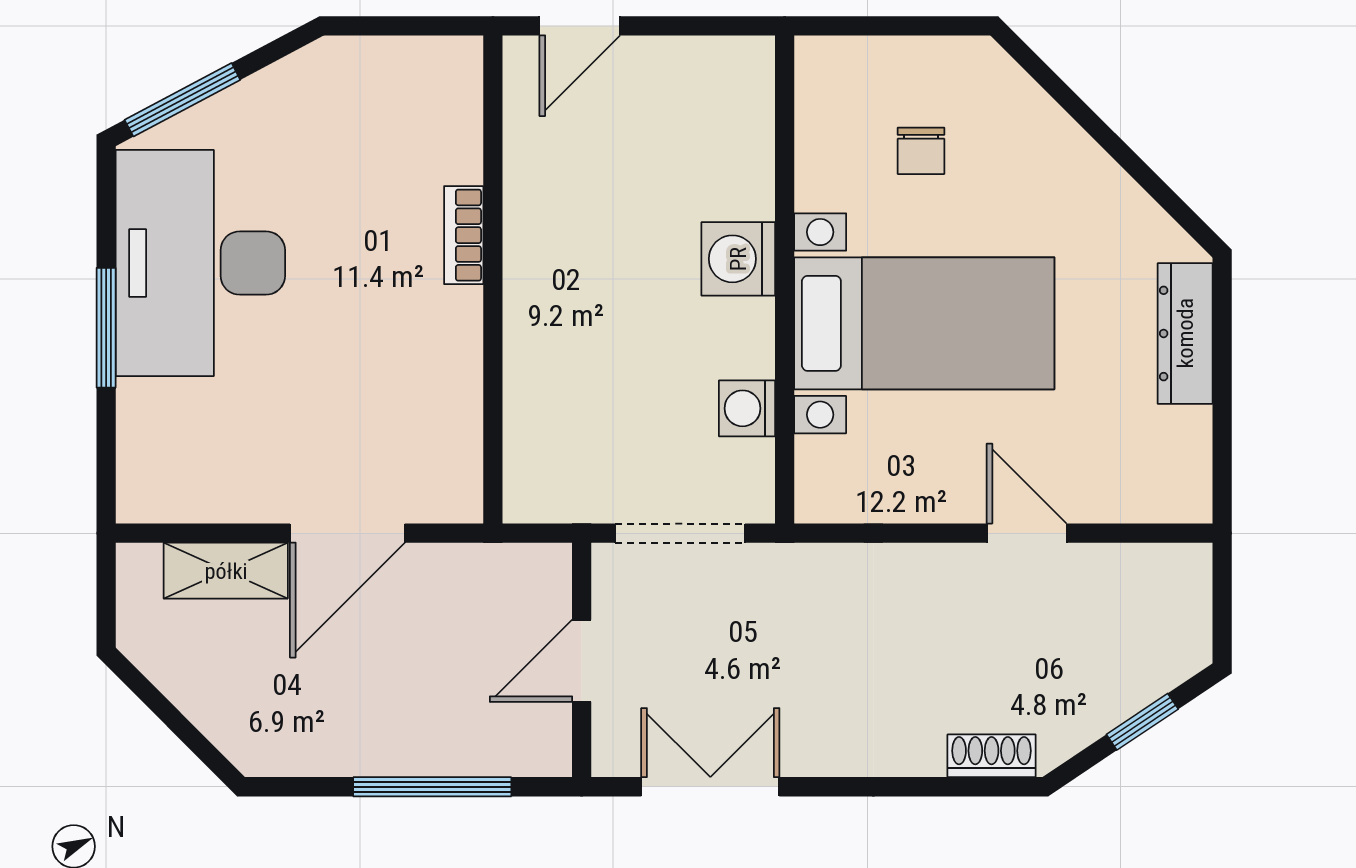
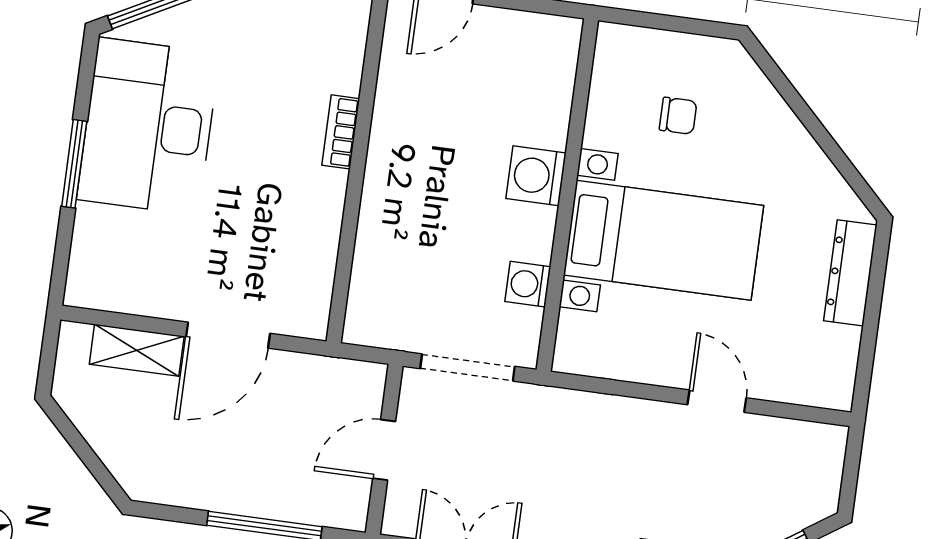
chair: (921, 151) -> (678, 116), turned -90

